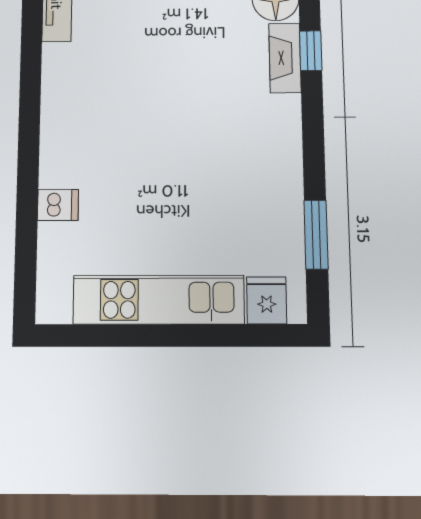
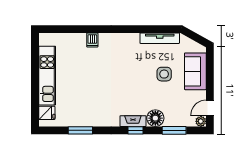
dishwasher: (58, 205) -> (92, 40), moved
window: (316, 235) -> (80, 130), moved

